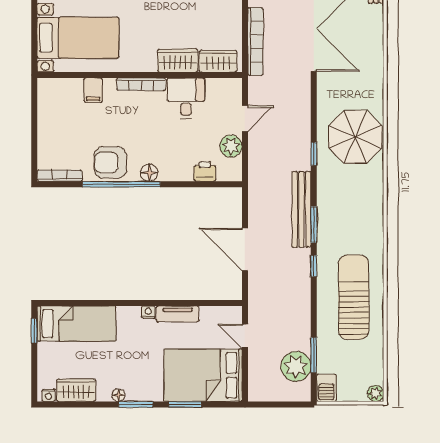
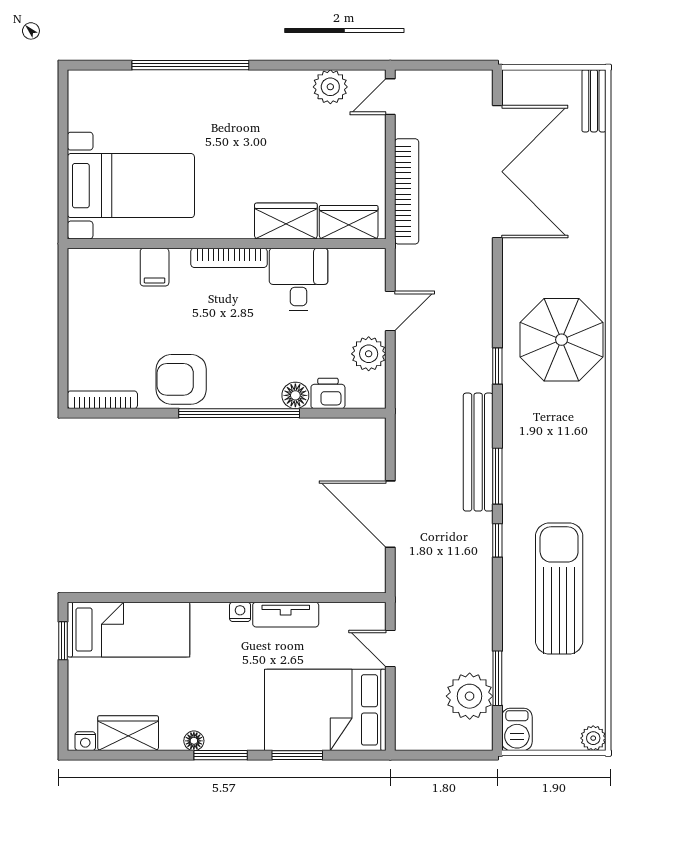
floor lamp: (149, 173) -> (295, 395), moved
window: (121, 184) -> (239, 413), moved

